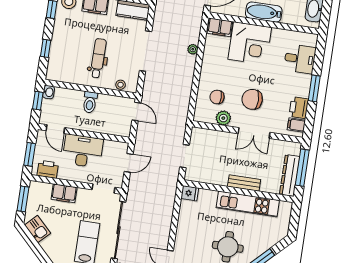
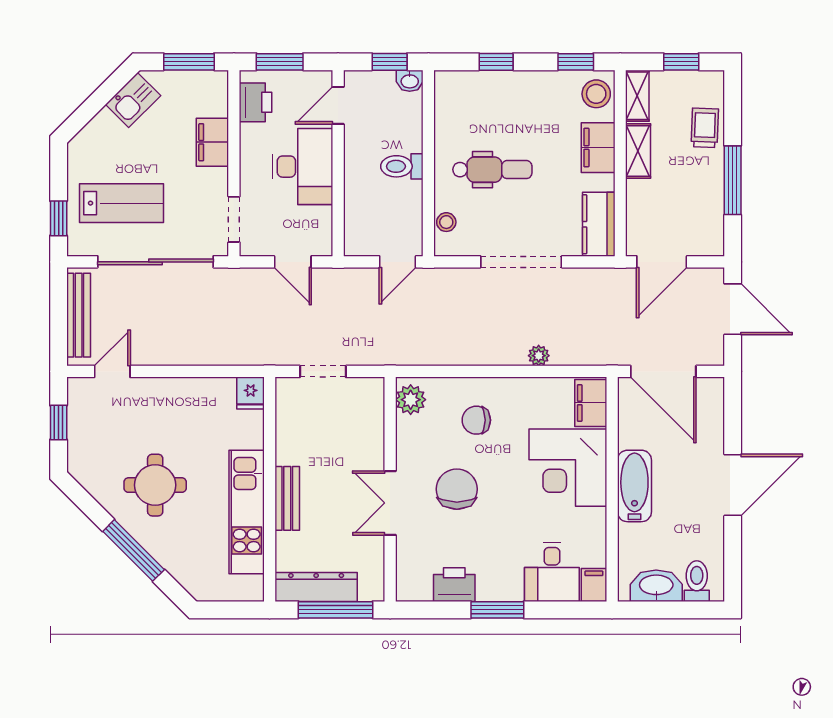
chair: (217, 97) -> (476, 420), moved, turned -90
plant: (223, 118) -> (411, 400), moved
filing cabinet: (296, 125) -> (594, 585), moved

